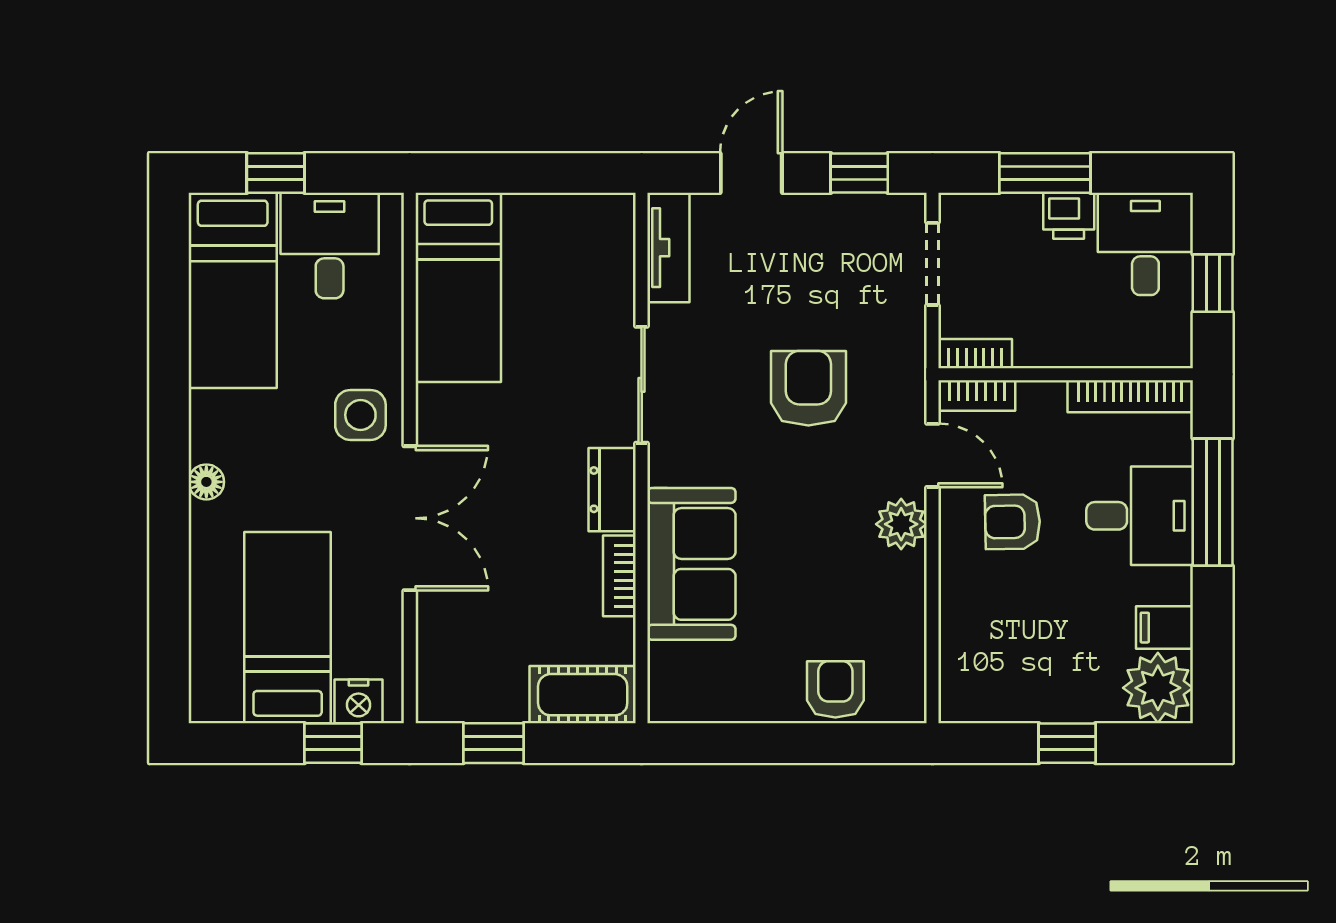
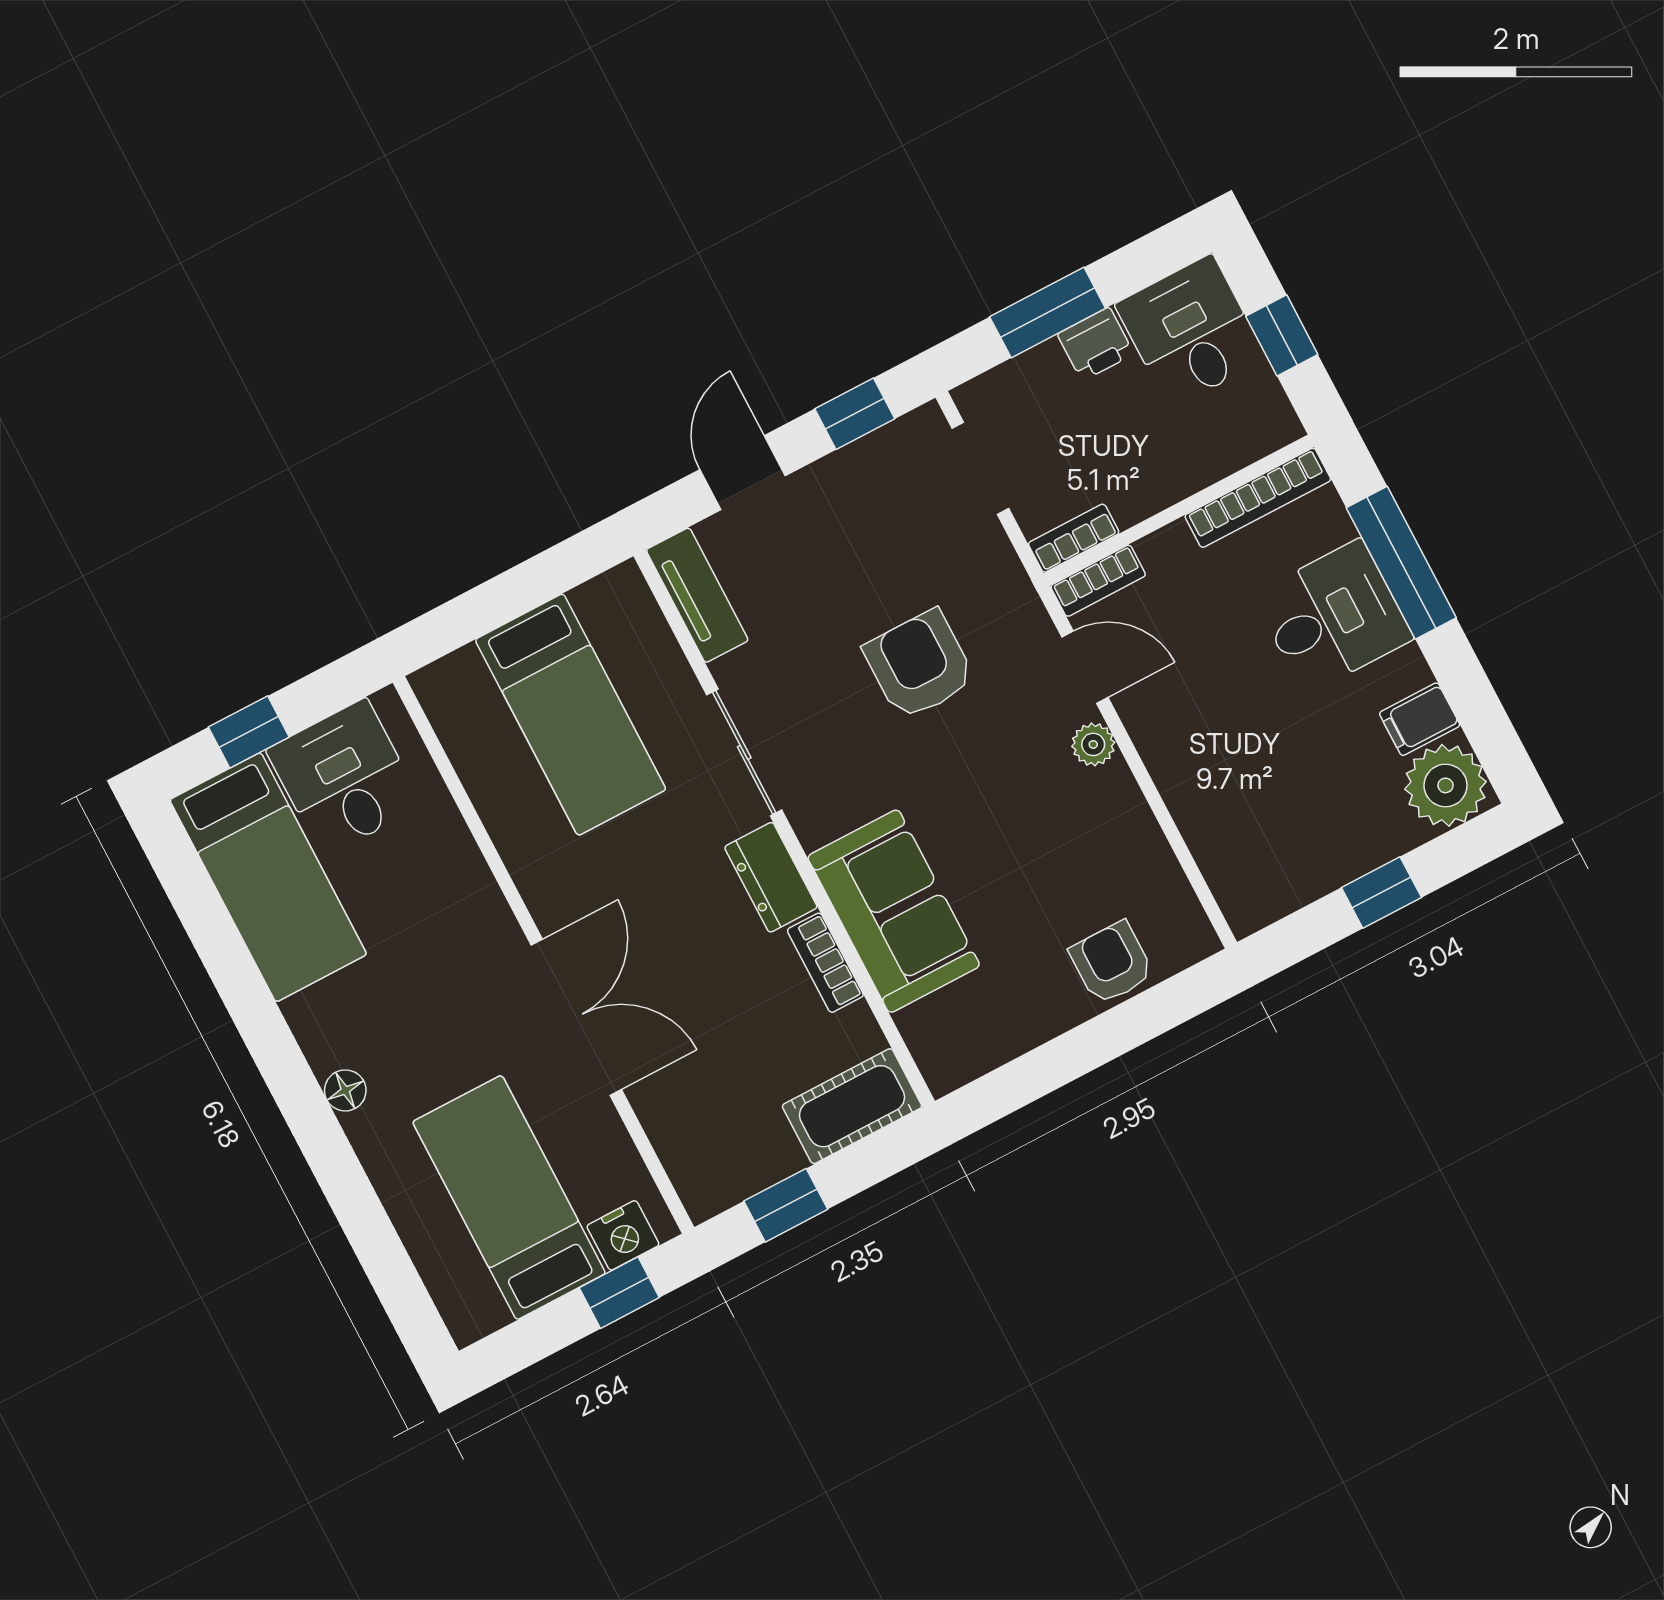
bed: (458, 287) -> (571, 715), moved
side table: (360, 415) -> (469, 937), removed
armchair: (1013, 522) -> (1204, 692), removed
plant: (901, 524) -> (1093, 744), width x0.73, depth x0.73

